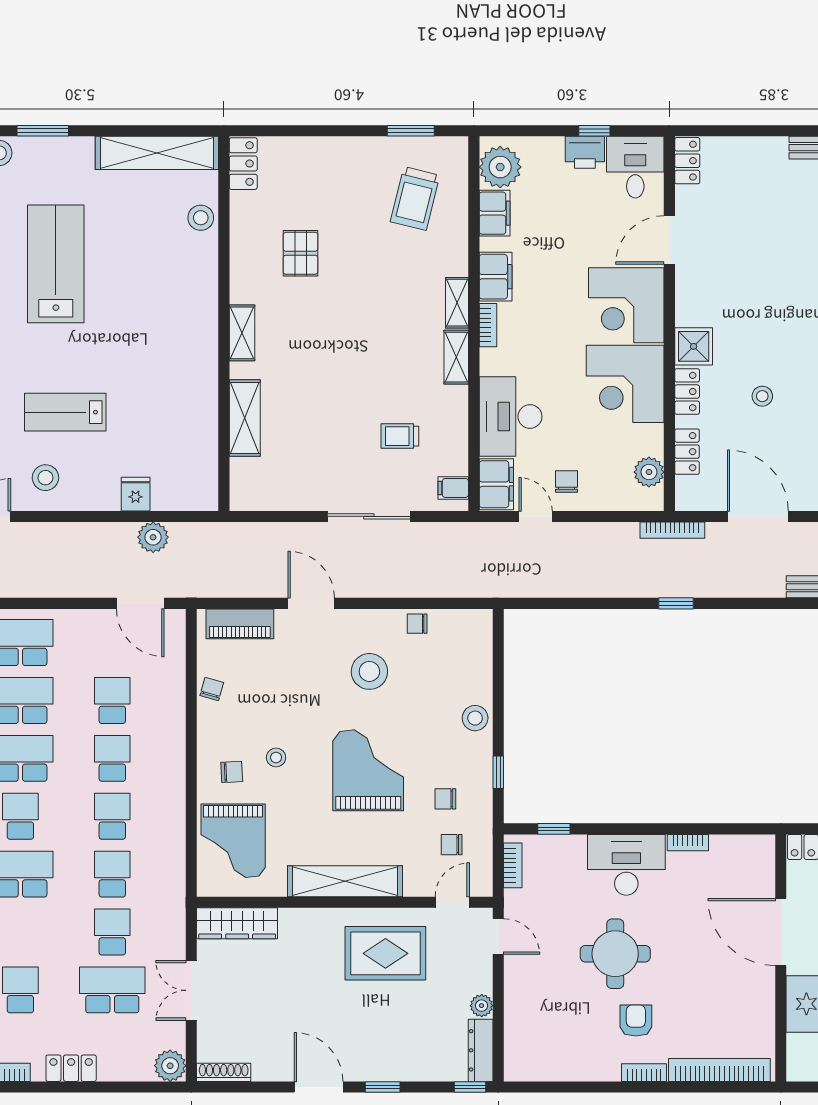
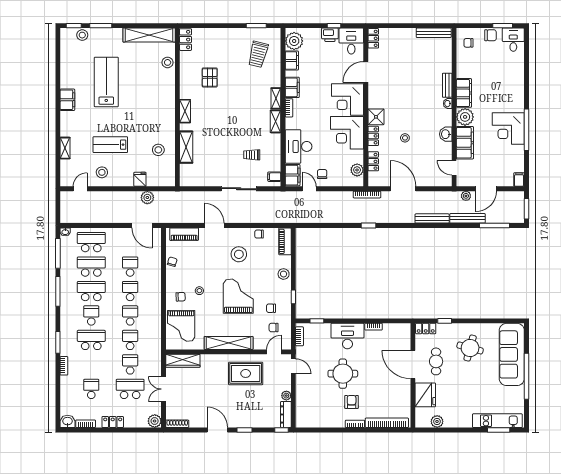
stool: (179, 424) -> (158, 150), added
piano: (478, 641) -> (285, 241), added

